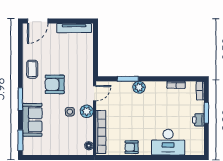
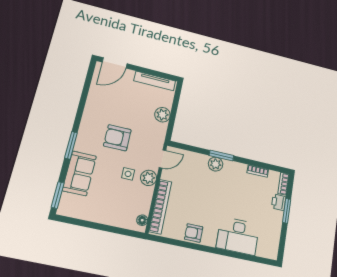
plant: (87, 56) -> (162, 115), added
coffee table: (32, 69) -> (95, 114), removed
window: (128, 79) -> (221, 156), moved
printer: (198, 120) -> (279, 202), moved

